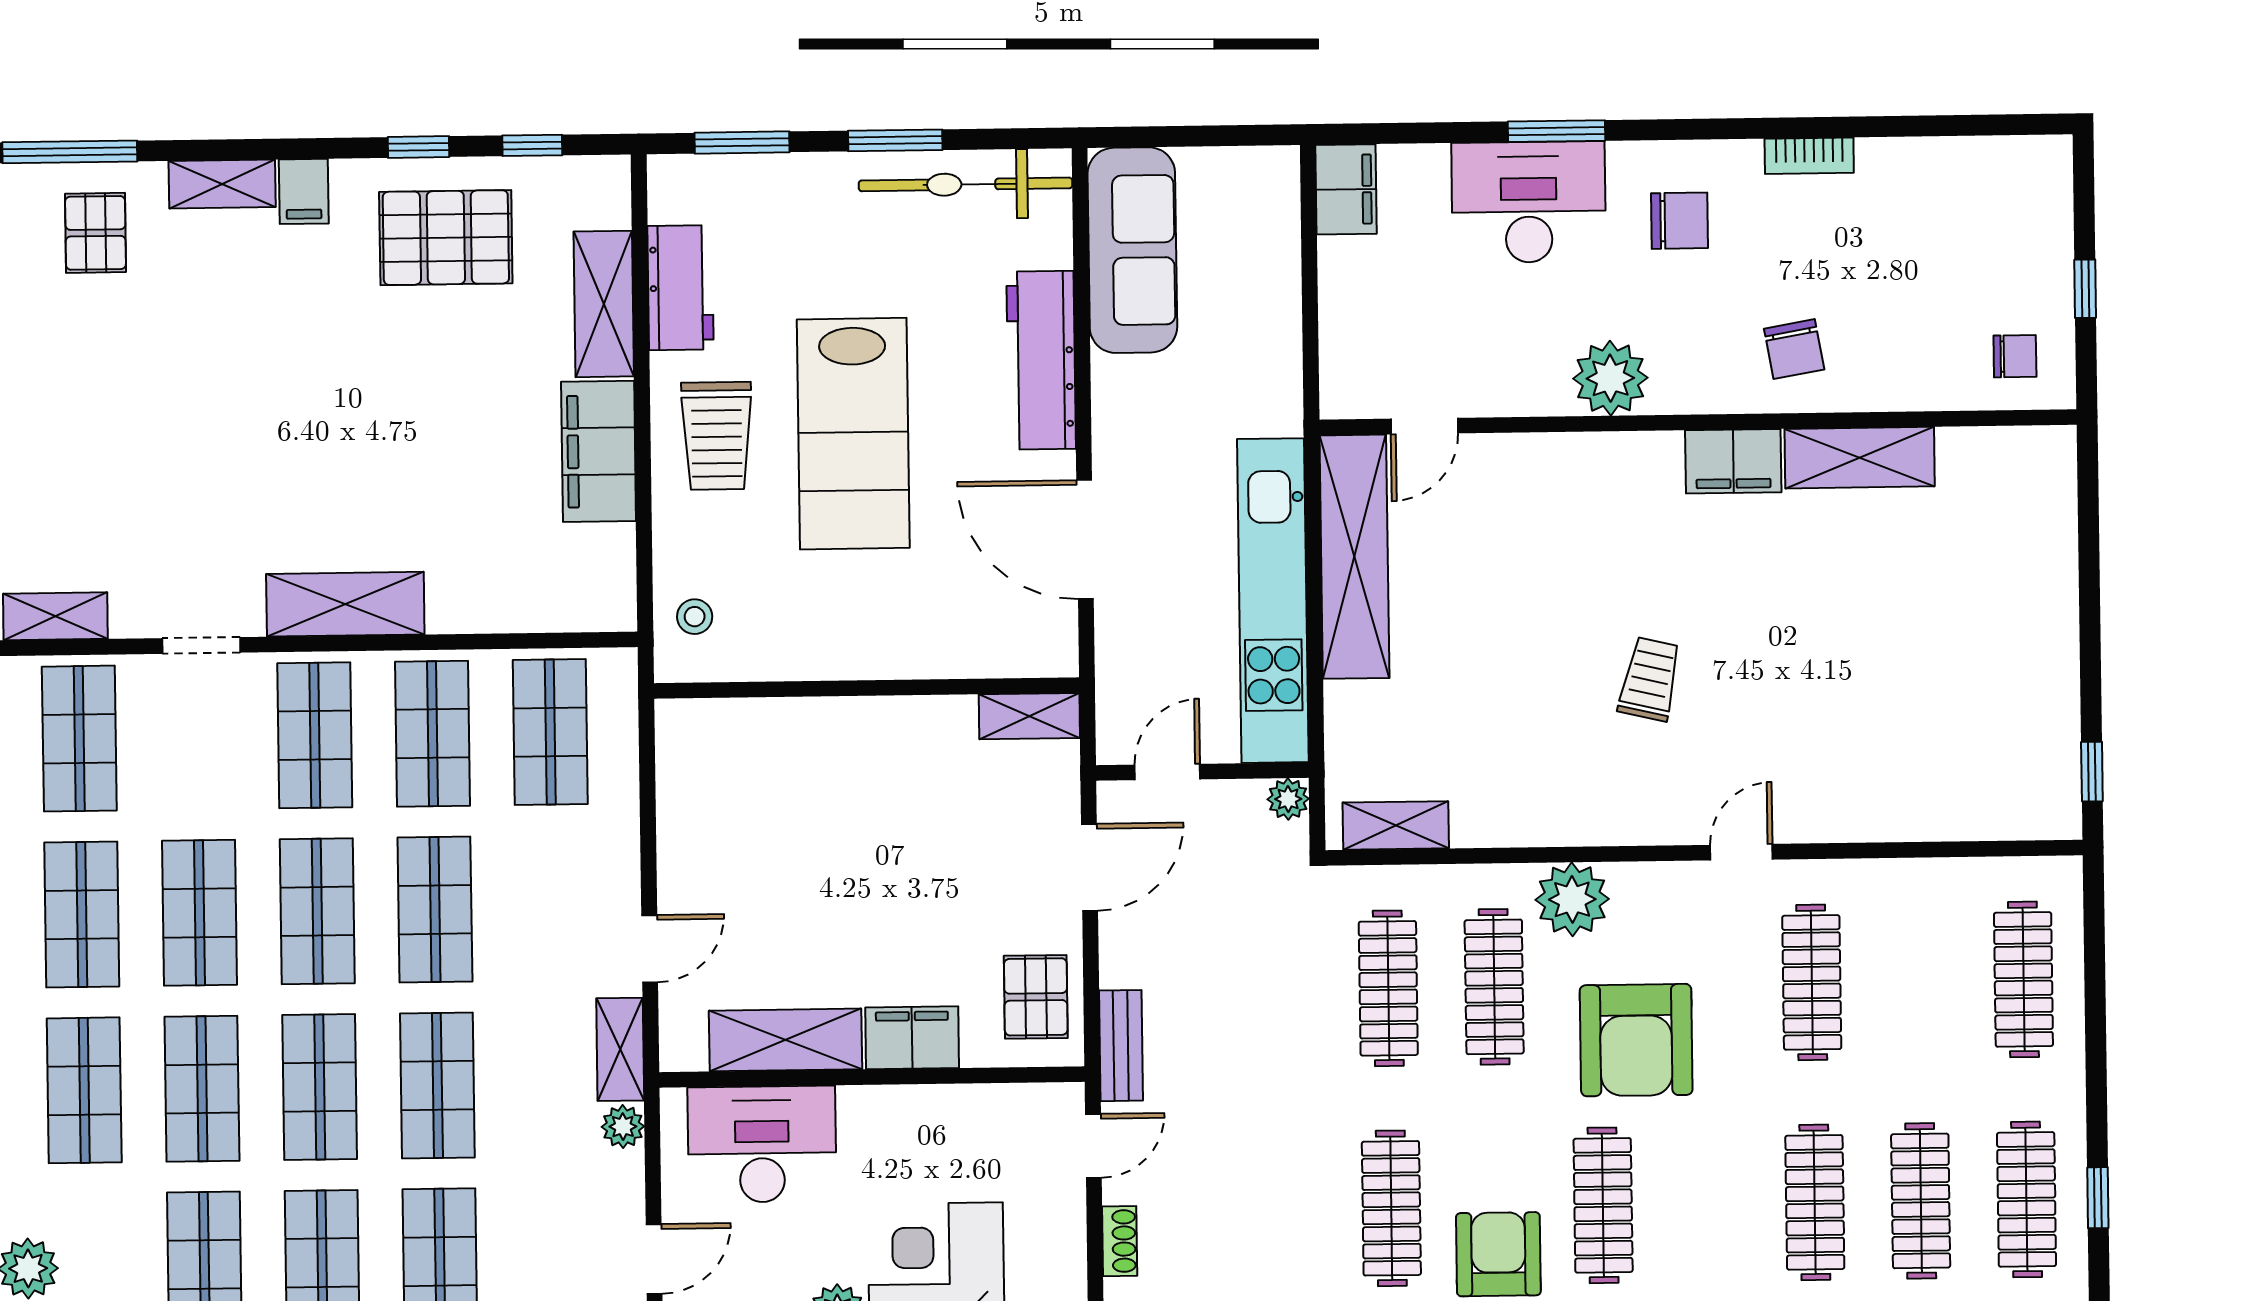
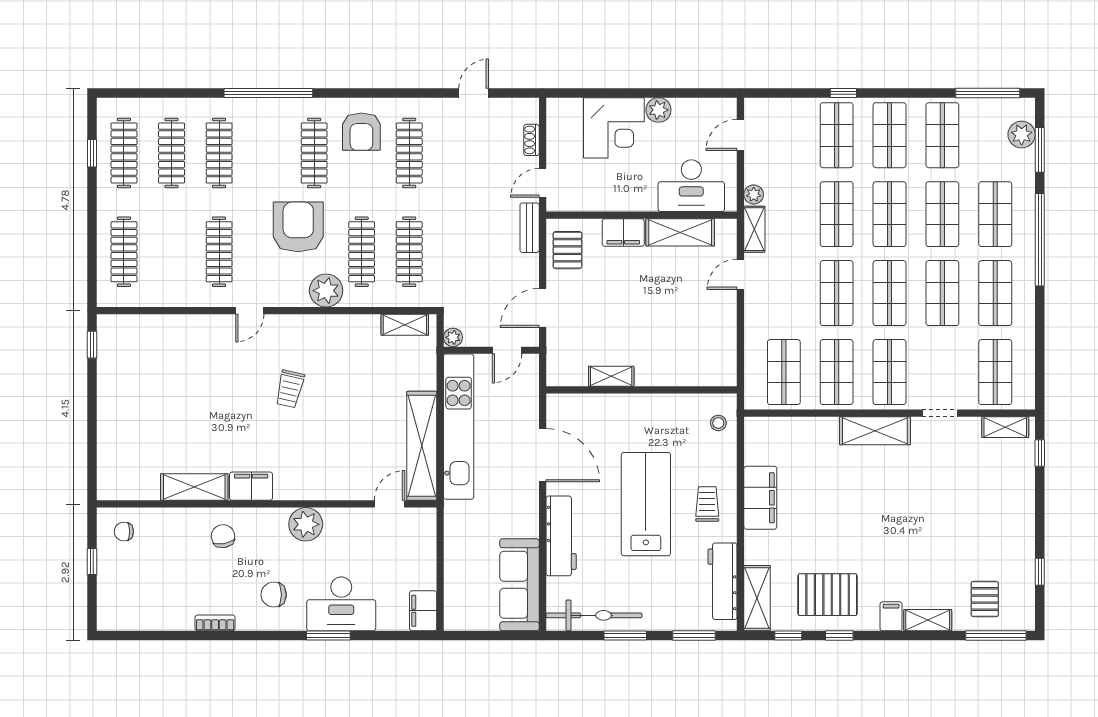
workbench: (680, 288) -> (723, 581), width x1.38
shelving: (604, 304) -> (757, 598), moved
trolley: (717, 436) -> (707, 504), width x0.73, depth x0.72
shelving: (1029, 716) -> (611, 376), moved

